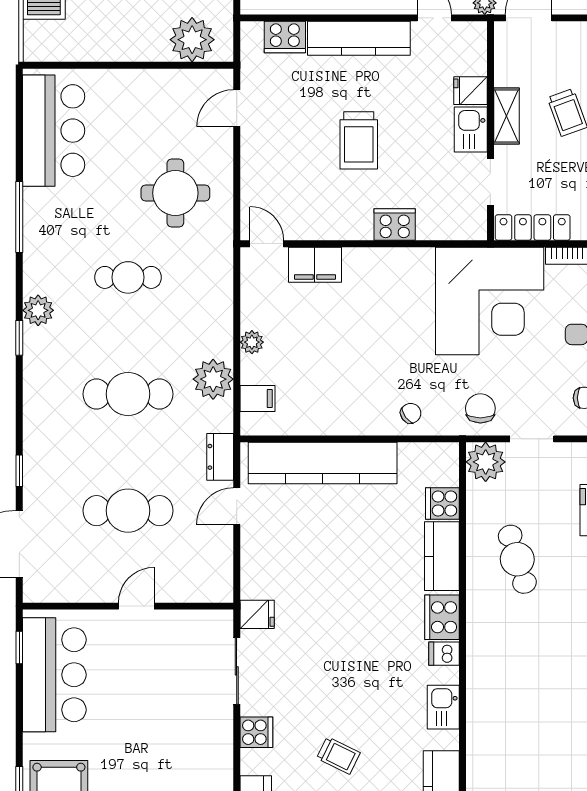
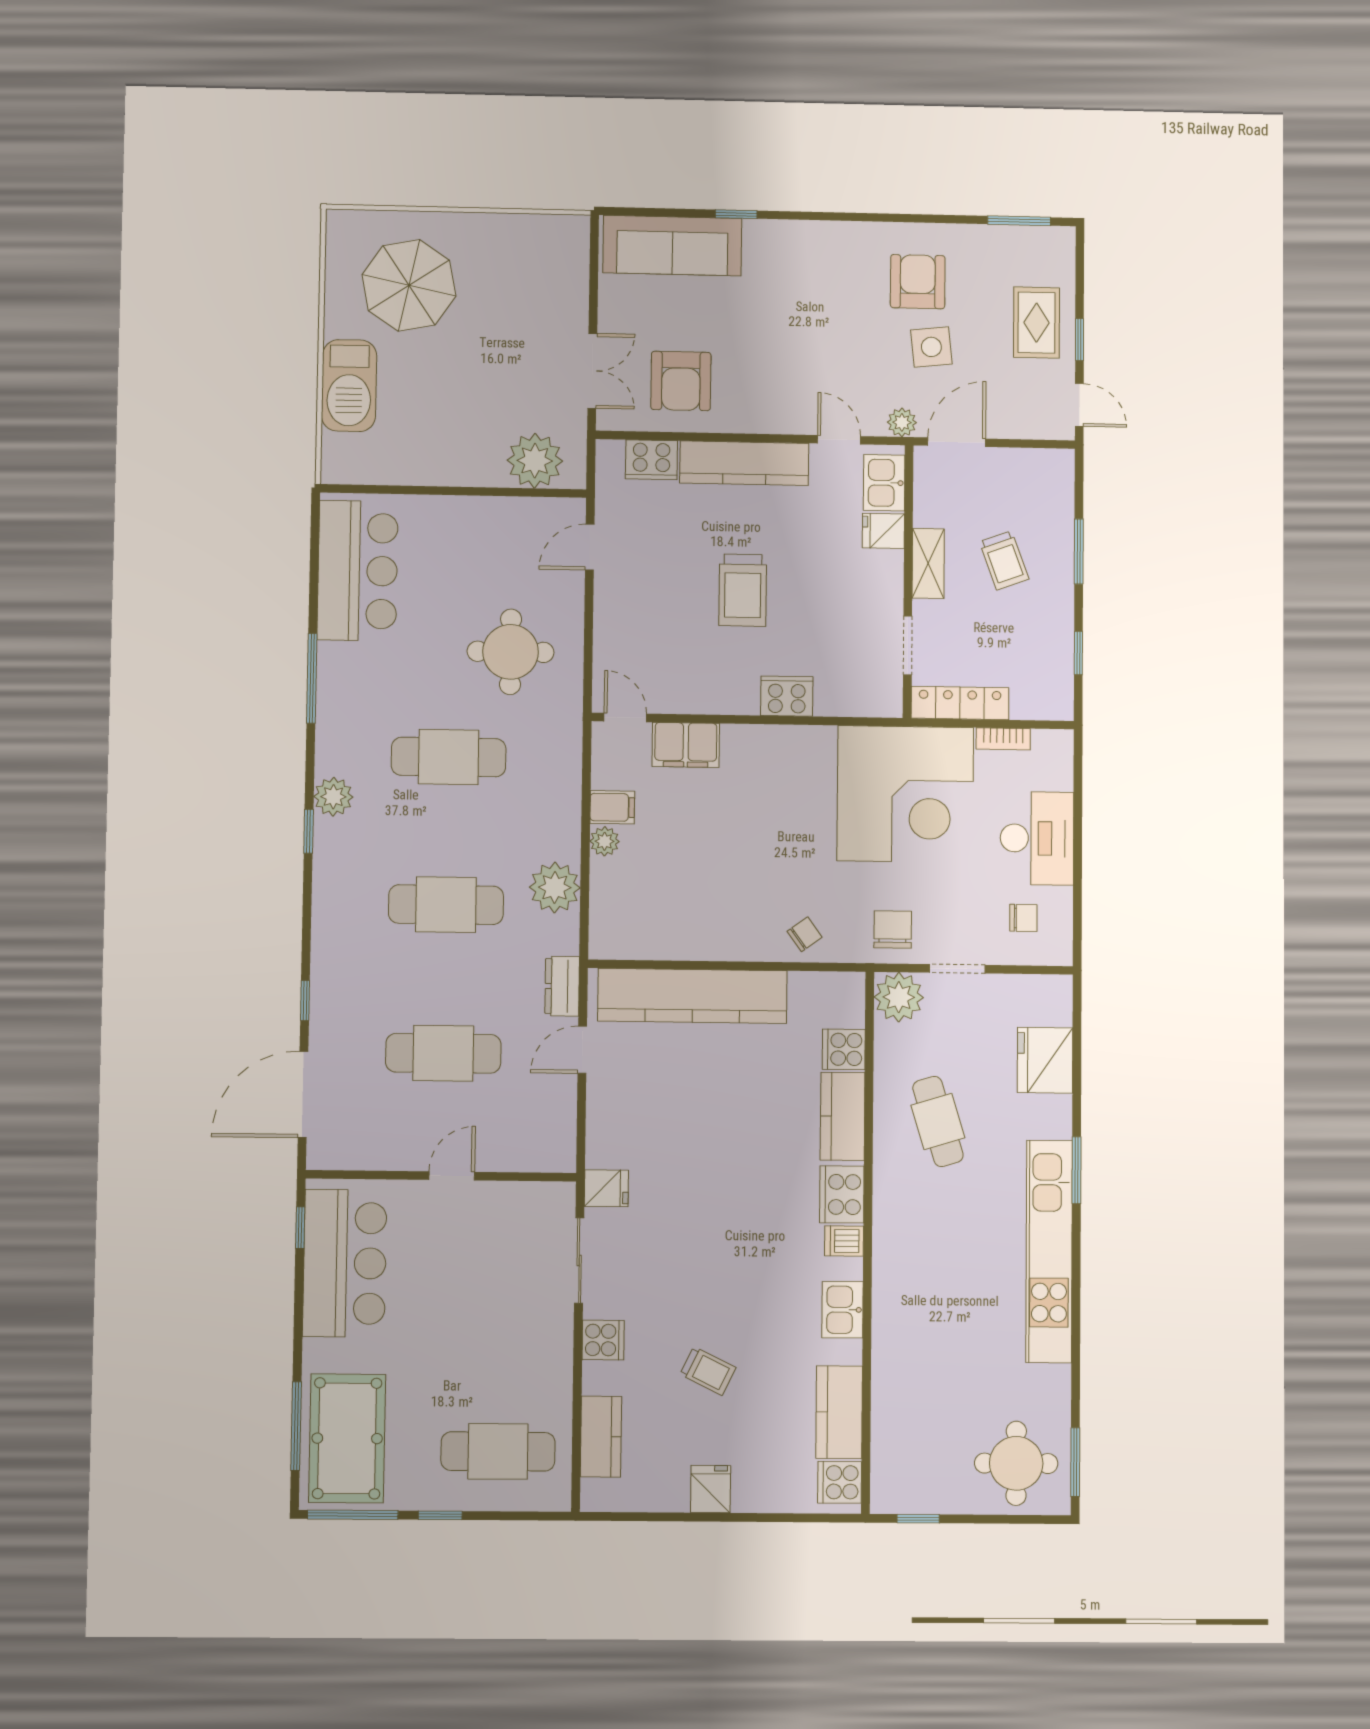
kitchen sink: (471, 129) -> (884, 483), moved
cafe table: (128, 277) -> (449, 757), width x1.37, depth x1.35
filing cabinet: (258, 398) -> (612, 807), moved

